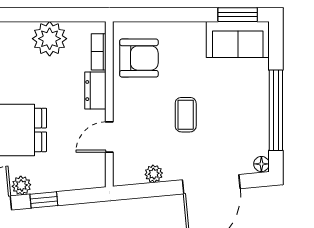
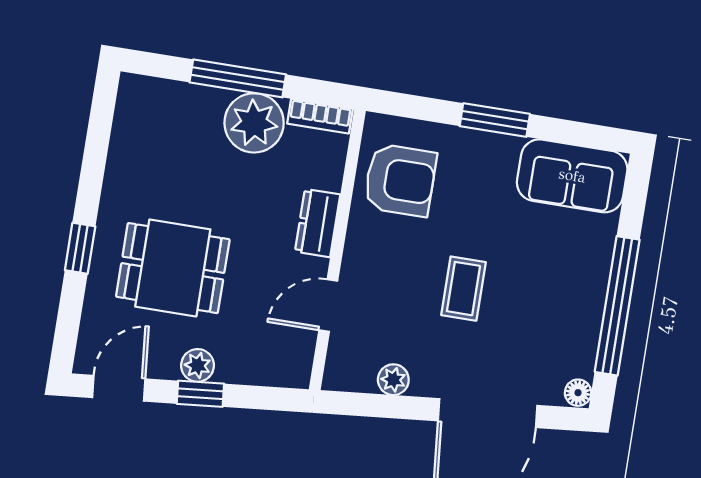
window: (36, 15) -> (238, 78), added
window: (238, 15) -> (495, 120), moved
bookcase: (99, 52) -> (320, 116), moved, turned -90
plant: (21, 185) -> (197, 365), moved

